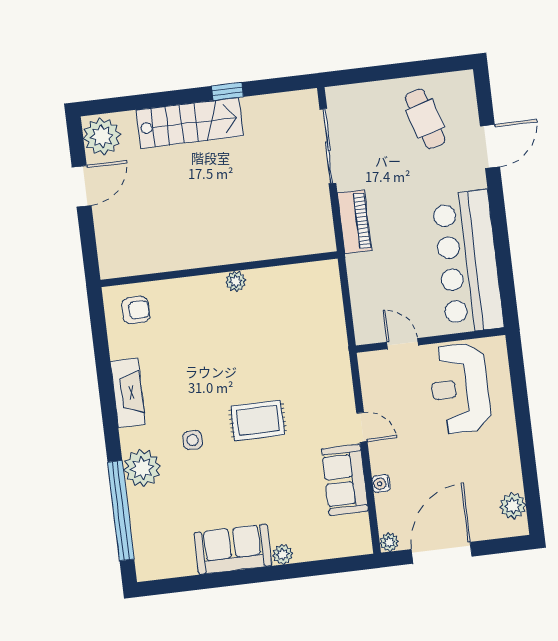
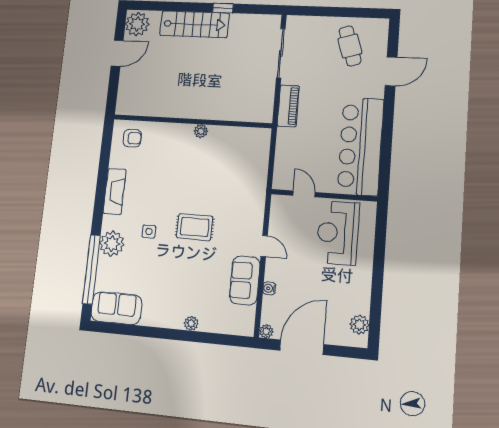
sofa: (233, 549) -> (116, 308), moved

